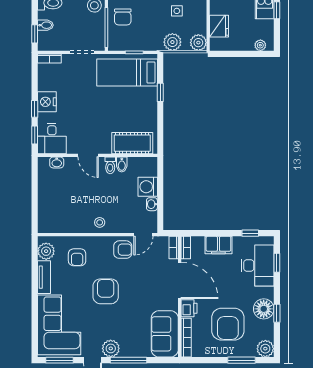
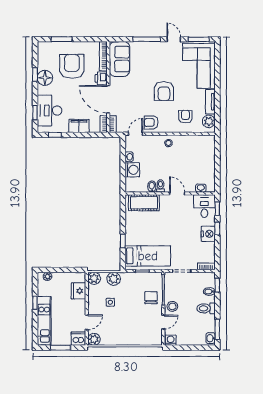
plant: (111, 348) -> (160, 48), removed
plant: (265, 349) -> (44, 48), removed

